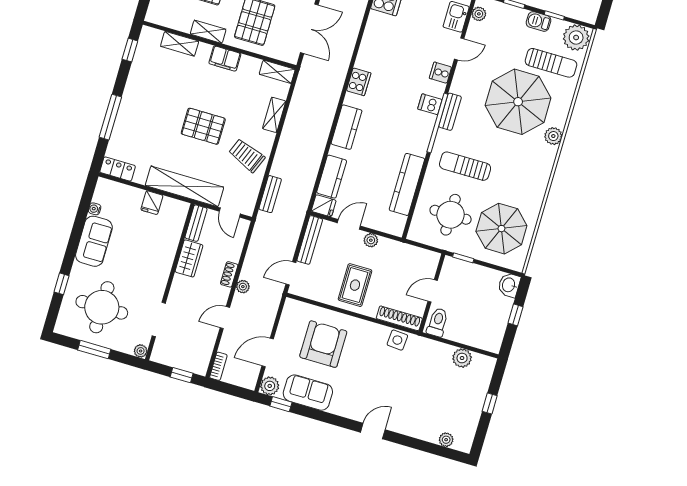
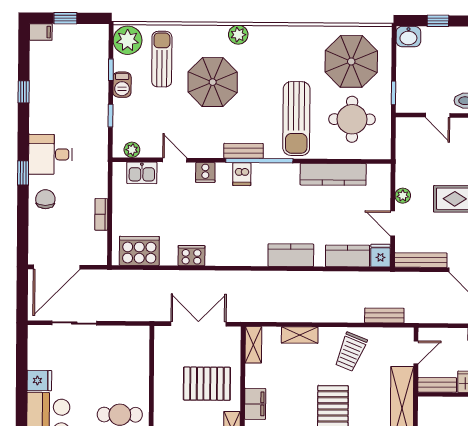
cooker: (359, 82) -> (191, 256), moved
parasol: (518, 102) -> (213, 82), width x0.73, depth x0.73
sun lounger: (465, 166) -> (296, 119), width x1.36, depth x1.34

